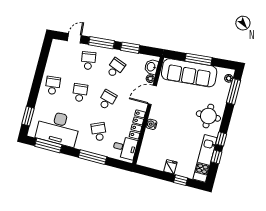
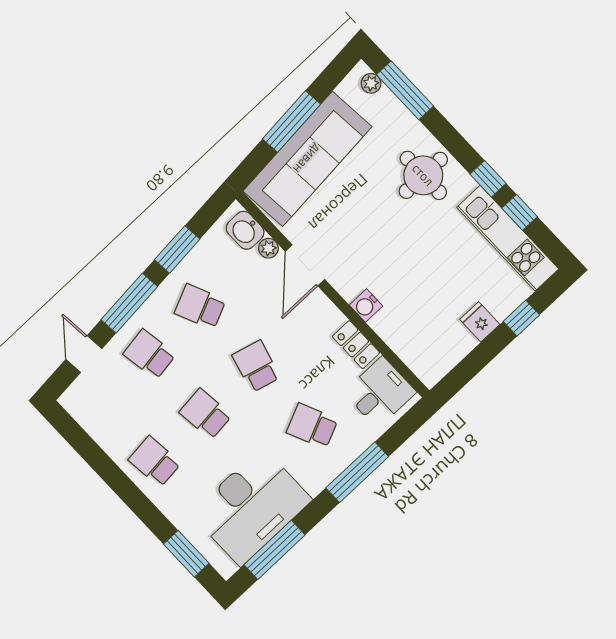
school desk: (116, 68) -> (200, 307), turned -45
locker: (137, 124) -> (356, 345), width x0.66

